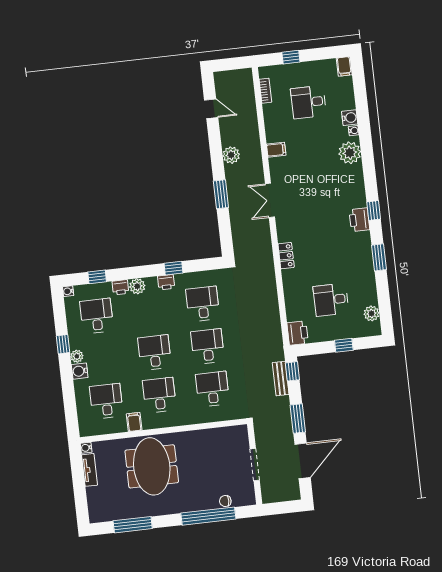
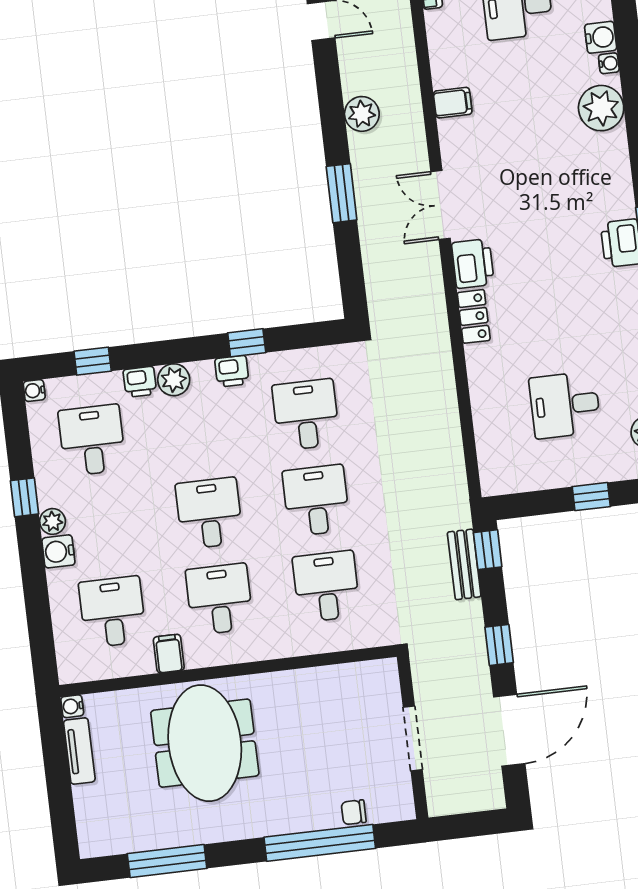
printer: (298, 333) -> (473, 264), moved
window: (298, 419) -> (499, 645), width x0.67

